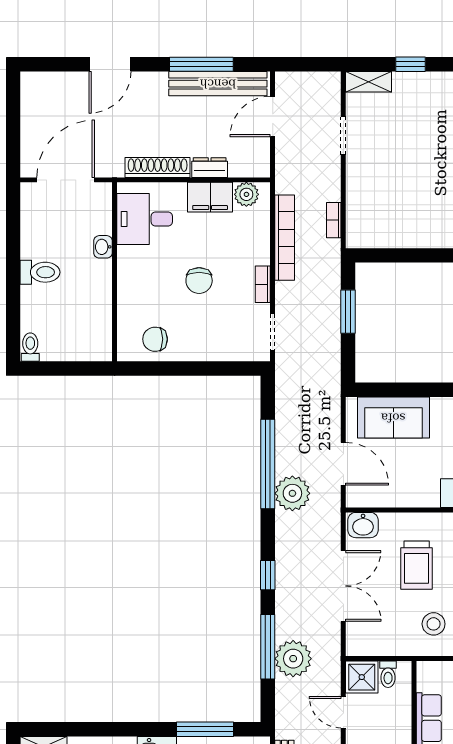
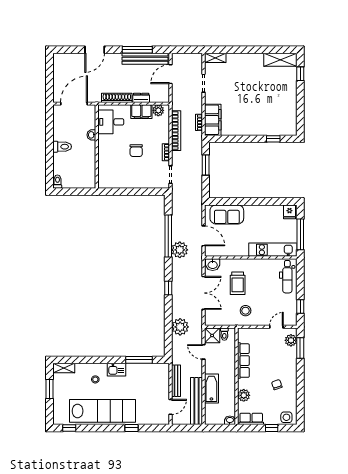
window: (410, 64) -> (235, 50), removed
filing cabinet: (363, 215) -> (213, 120), added
chair: (155, 339) -> (116, 178), removed
window: (268, 647) -> (168, 321), removed

